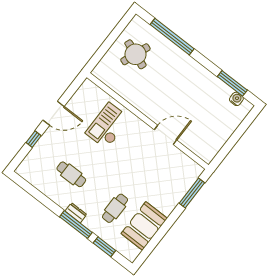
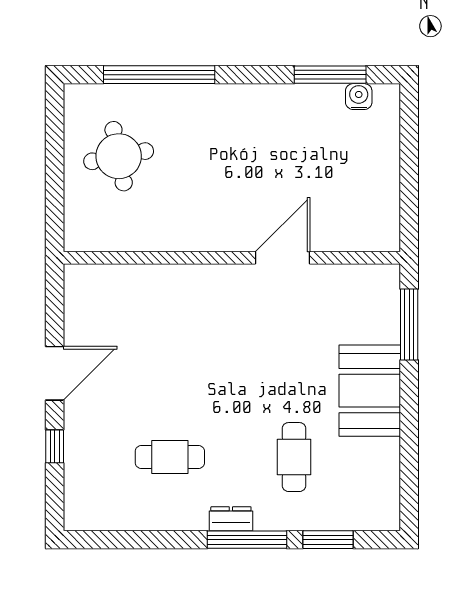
round table: (135, 54) -> (119, 156), turned -32
checkout: (108, 126) -> (168, 321), removed
booth: (144, 226) -> (370, 391), moved

